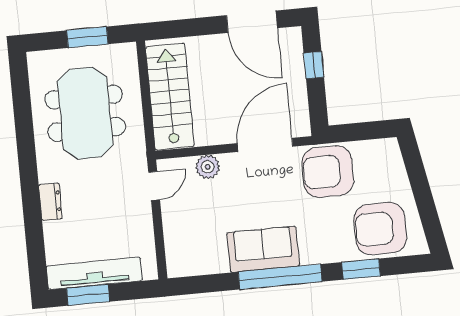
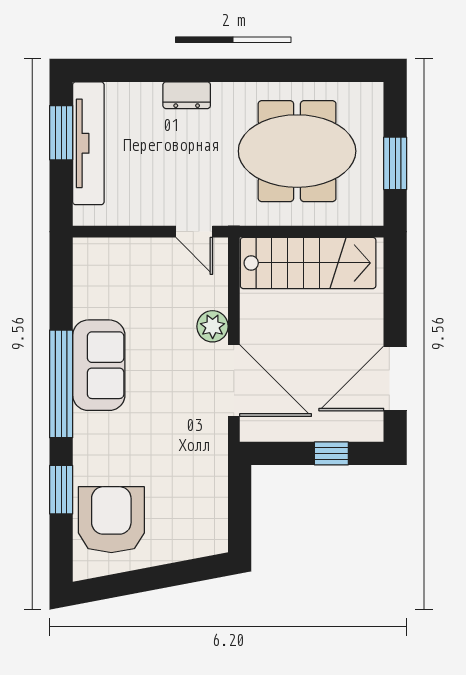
plant: (208, 167) -> (213, 326), moved
armchair: (328, 172) -> (192, 458), removed

